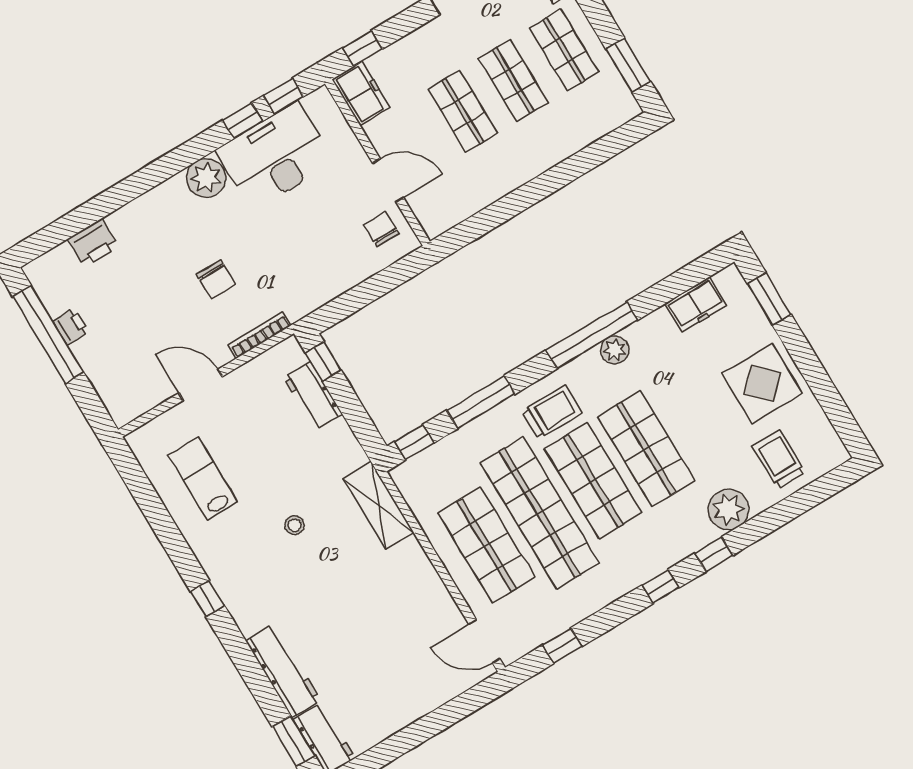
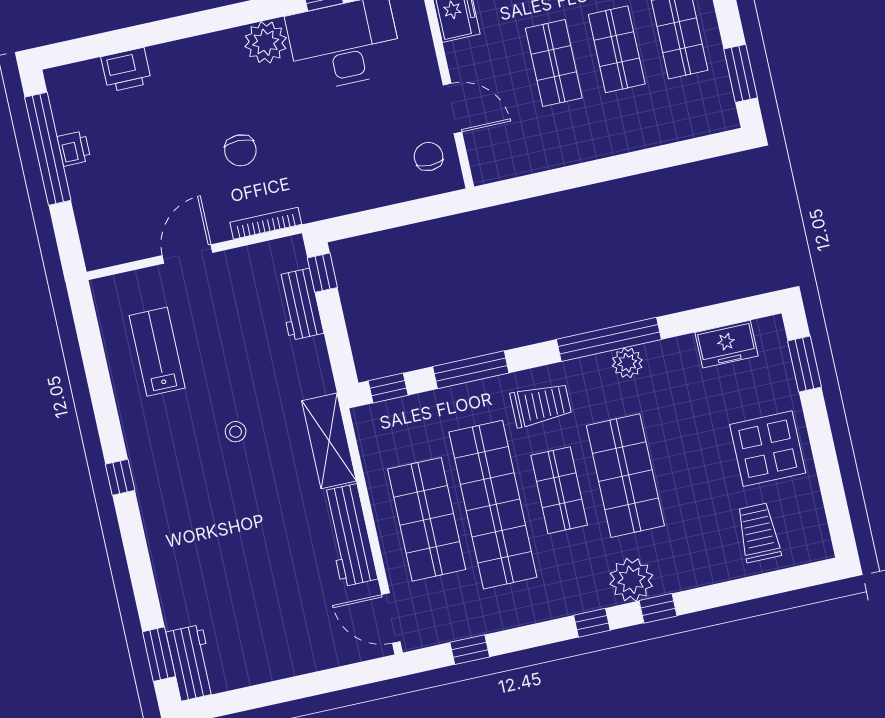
door: (201, 385) -> (187, 254), hinge flipped
shop shelf: (593, 481) -> (559, 490), width x0.70, depth x0.74
plant: (728, 509) -> (631, 580), moved
workbench: (283, 671) -> (349, 535), moved, turned 180

